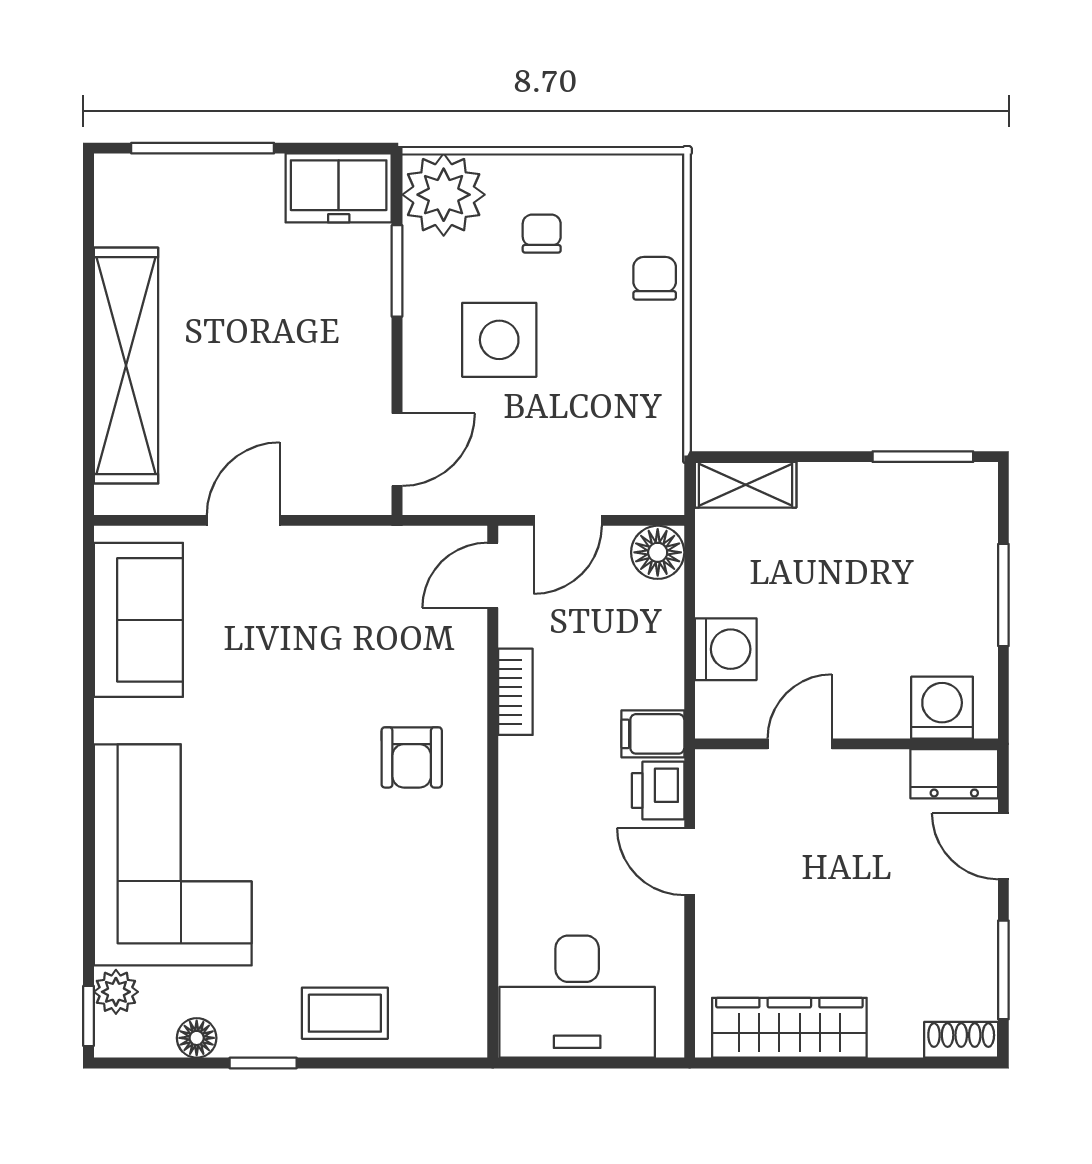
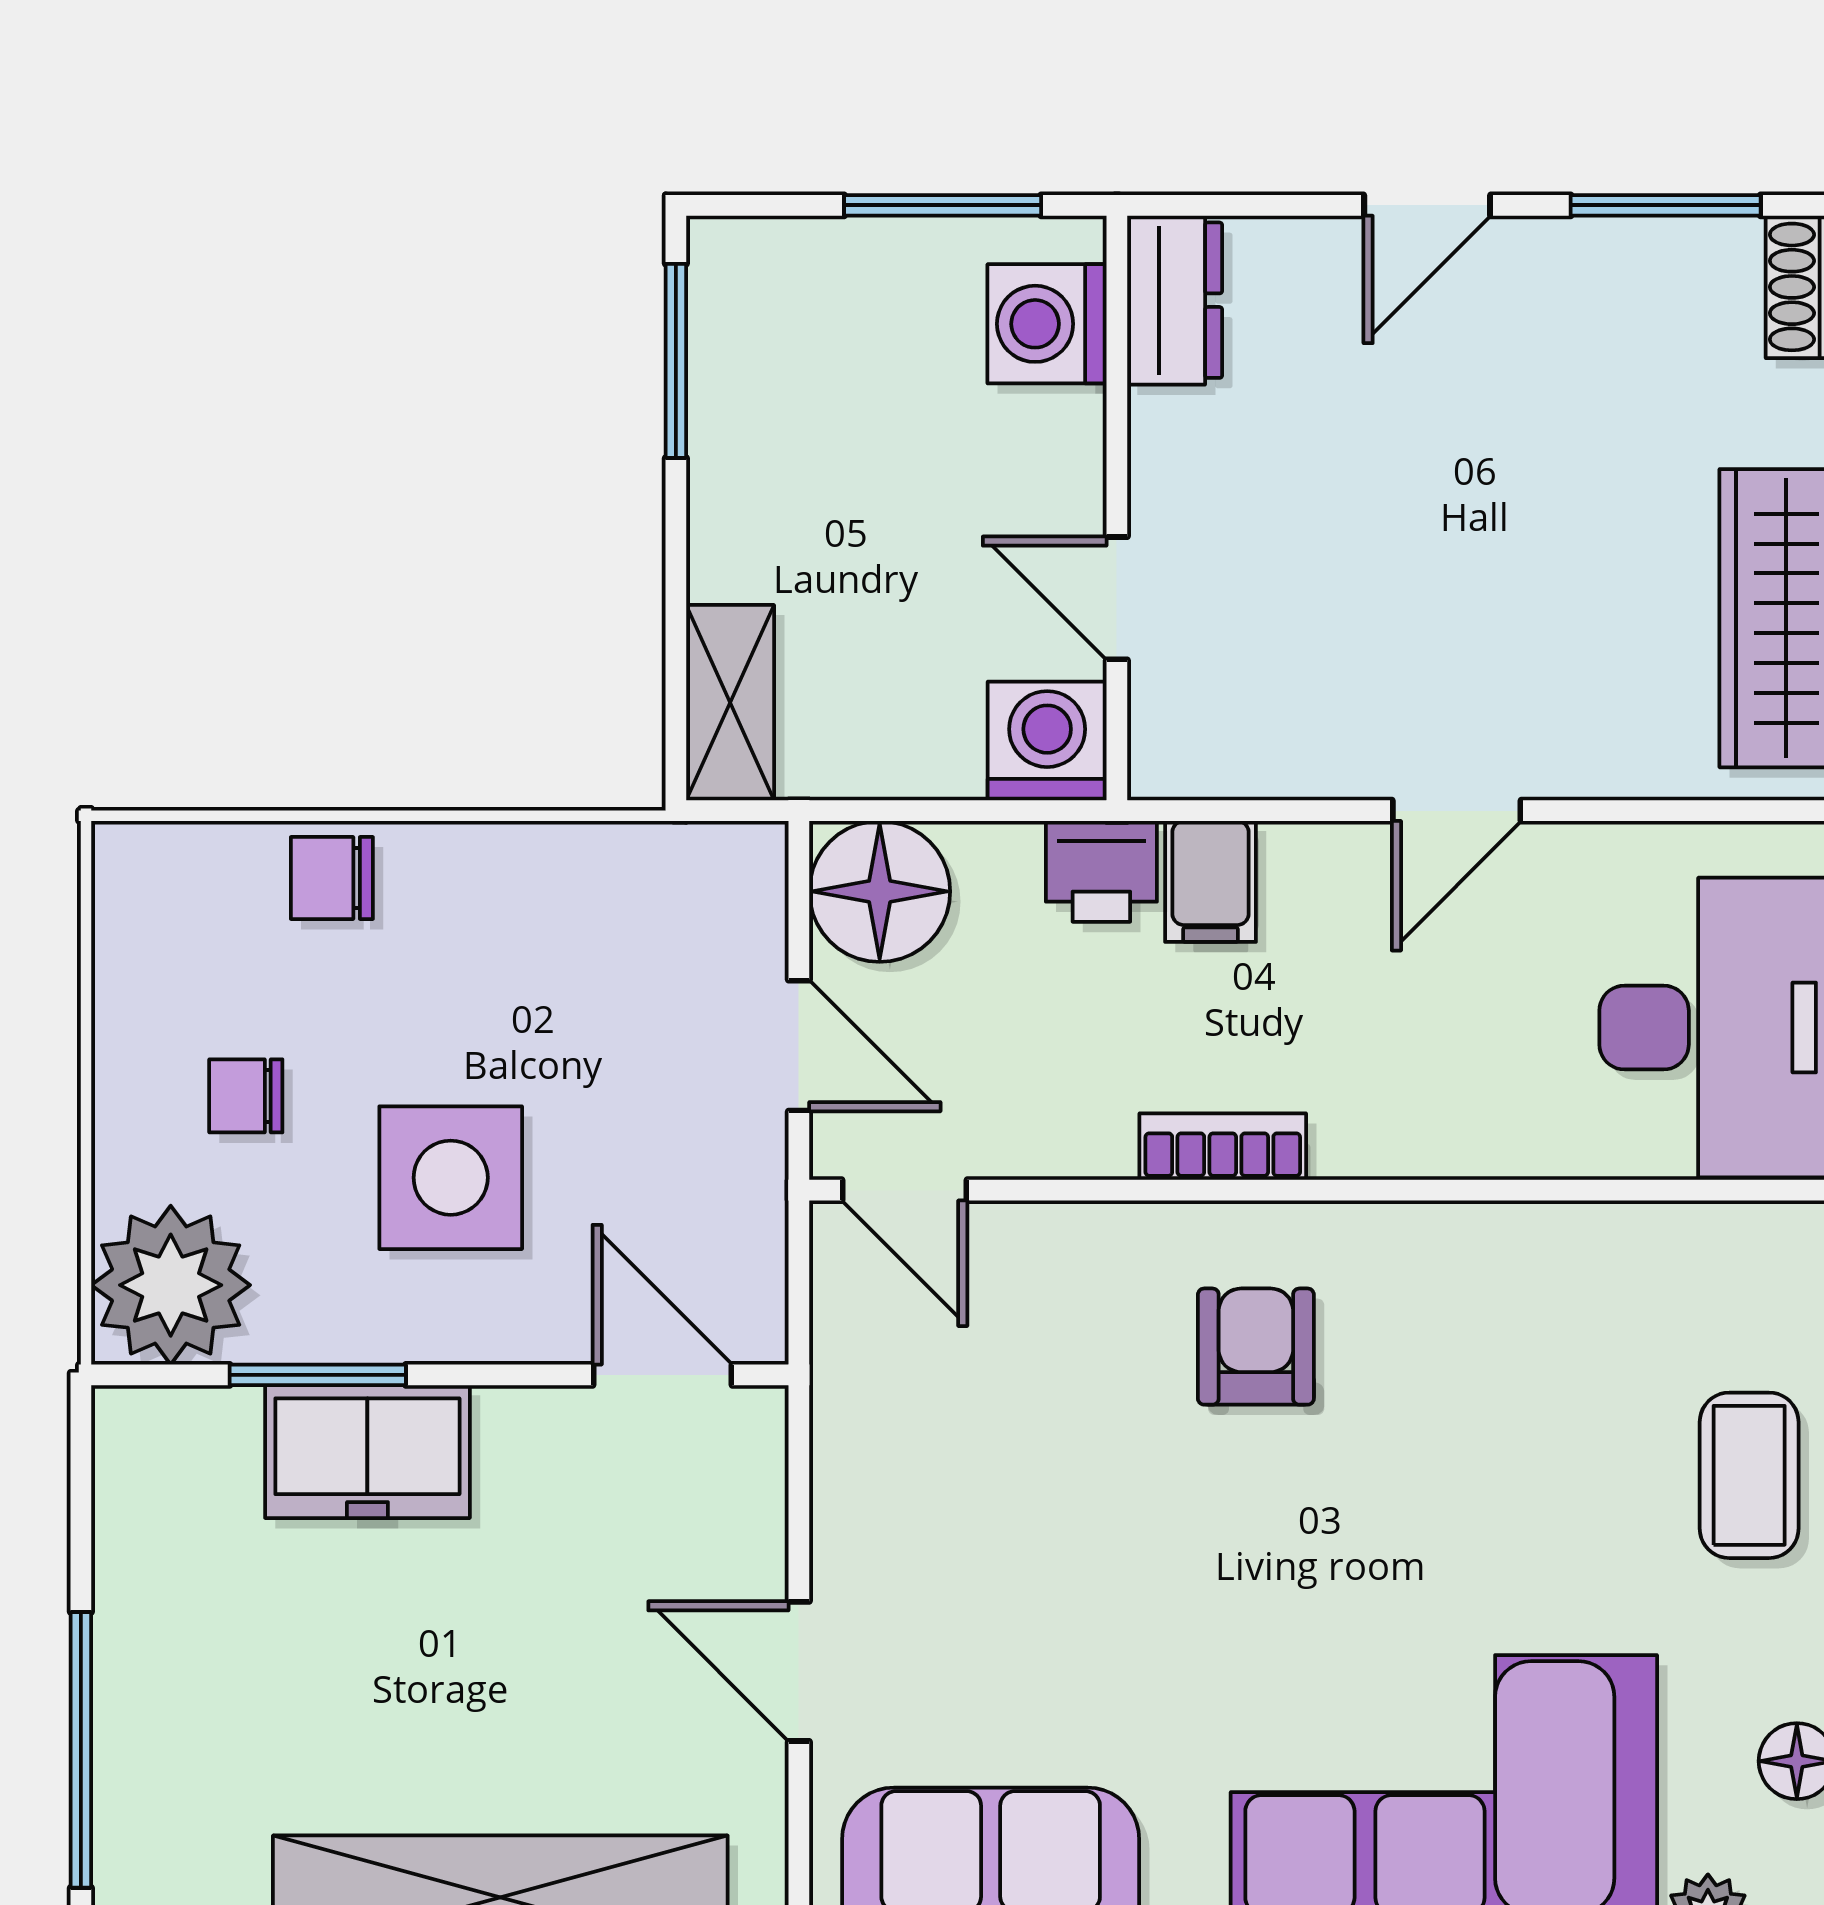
freezer: (339, 188) -> (367, 1452), moved, turned 90
floor lamp: (658, 552) -> (880, 891), width x1.38, depth x1.38
bookcase: (515, 692) -> (1223, 1147), moved
washing machine: (942, 708) -> (1047, 324), moved
door: (800, 744) -> (1117, 598), moved
wall: (847, 744) -> (1117, 508), moved
armchair: (412, 757) -> (1256, 1347), turned -90
dresser: (954, 774) -> (1175, 300), moved
printer: (658, 790) -> (1101, 871), moved

